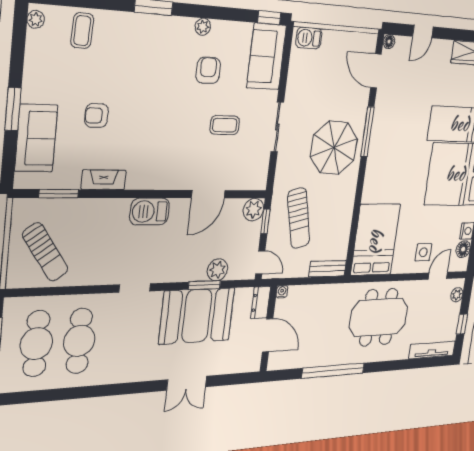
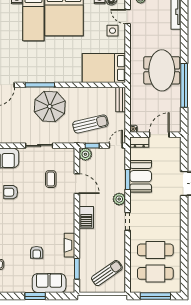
coffee table: (225, 125) -> (51, 179), moved
plant: (218, 270) -> (119, 199), moved
booth: (197, 316) -> (141, 176), width x0.73, depth x0.70
meeting table: (379, 317) -> (162, 70), moved

